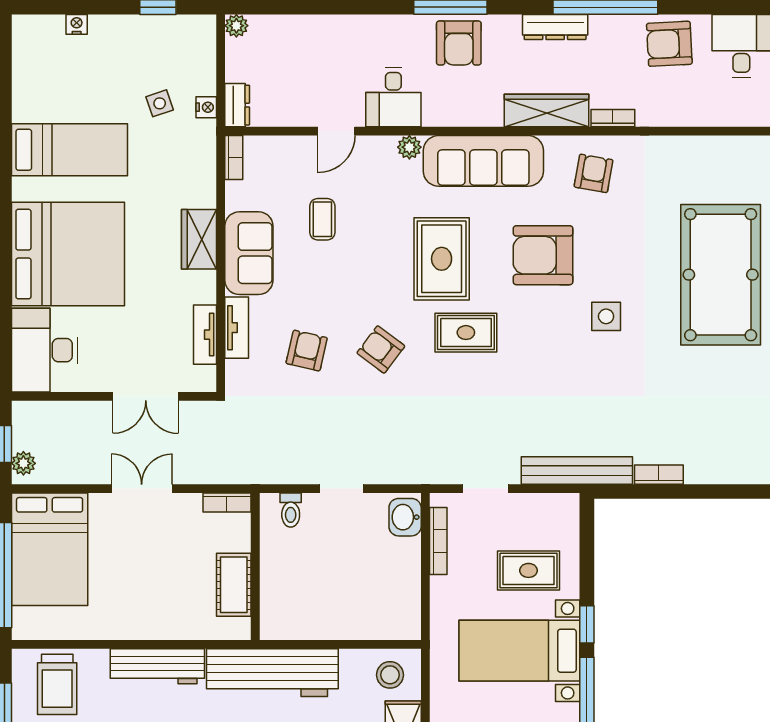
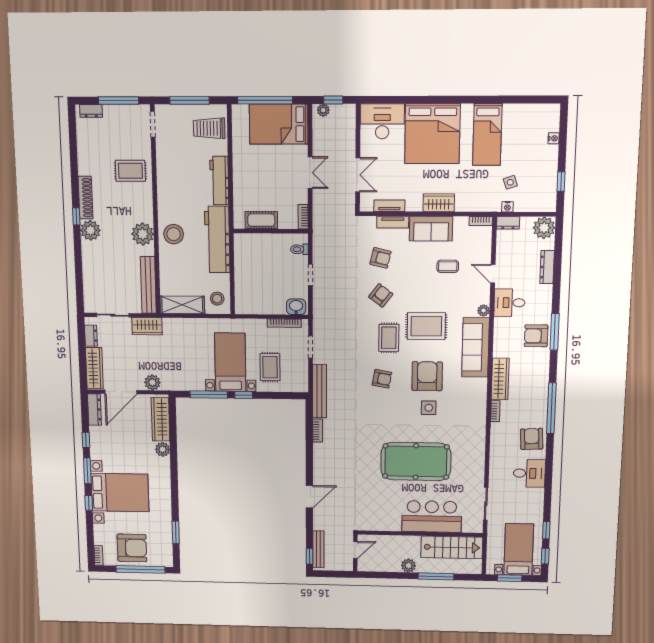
plant: (236, 26) -> (544, 228), width x1.88, depth x1.88
dresser: (555, 27) -> (547, 267), moved
armchair: (594, 173) -> (382, 379), moved
side table: (606, 316) -> (429, 408), moved
double door: (146, 396) -> (358, 175), swing flipped

